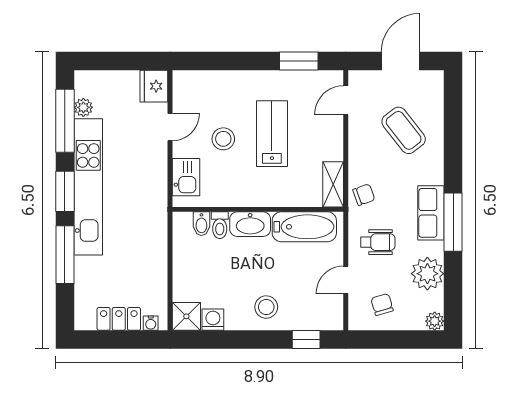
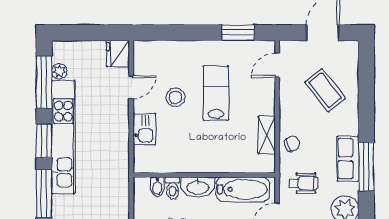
wall: (258, 209) -> (204, 175), moved
bidet: (201, 224) -> (157, 187), moved
washbasin: (250, 224) -> (198, 187), moved
toilet: (220, 225) -> (172, 188), moved
bathtub: (304, 227) -> (243, 189), moved

